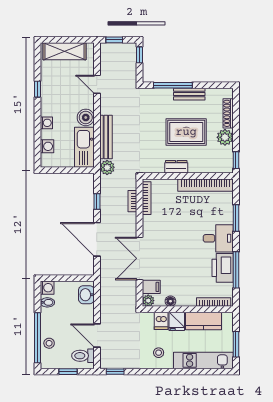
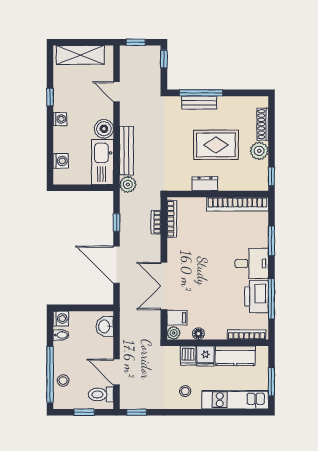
bench: (189, 94) -> (199, 103), moved
washing machine: (46, 123) -> (60, 119), moved

